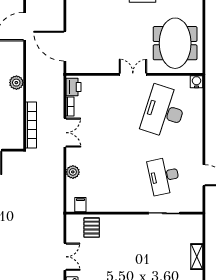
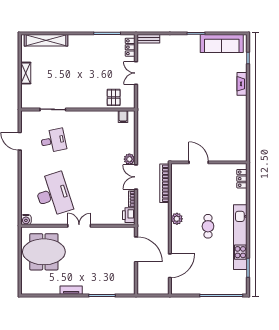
meeting table: (175, 43) -> (44, 252), turned 90
double door: (133, 74) -> (79, 226), swing flipped
desk: (164, 112) -> (53, 195), turned -36
plant: (73, 172) -> (129, 159), moved
desk: (164, 176) -> (53, 141), width x0.73

